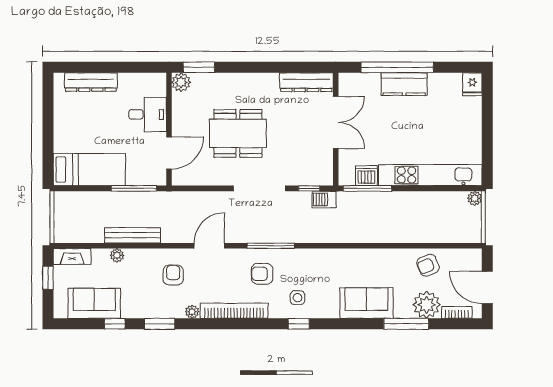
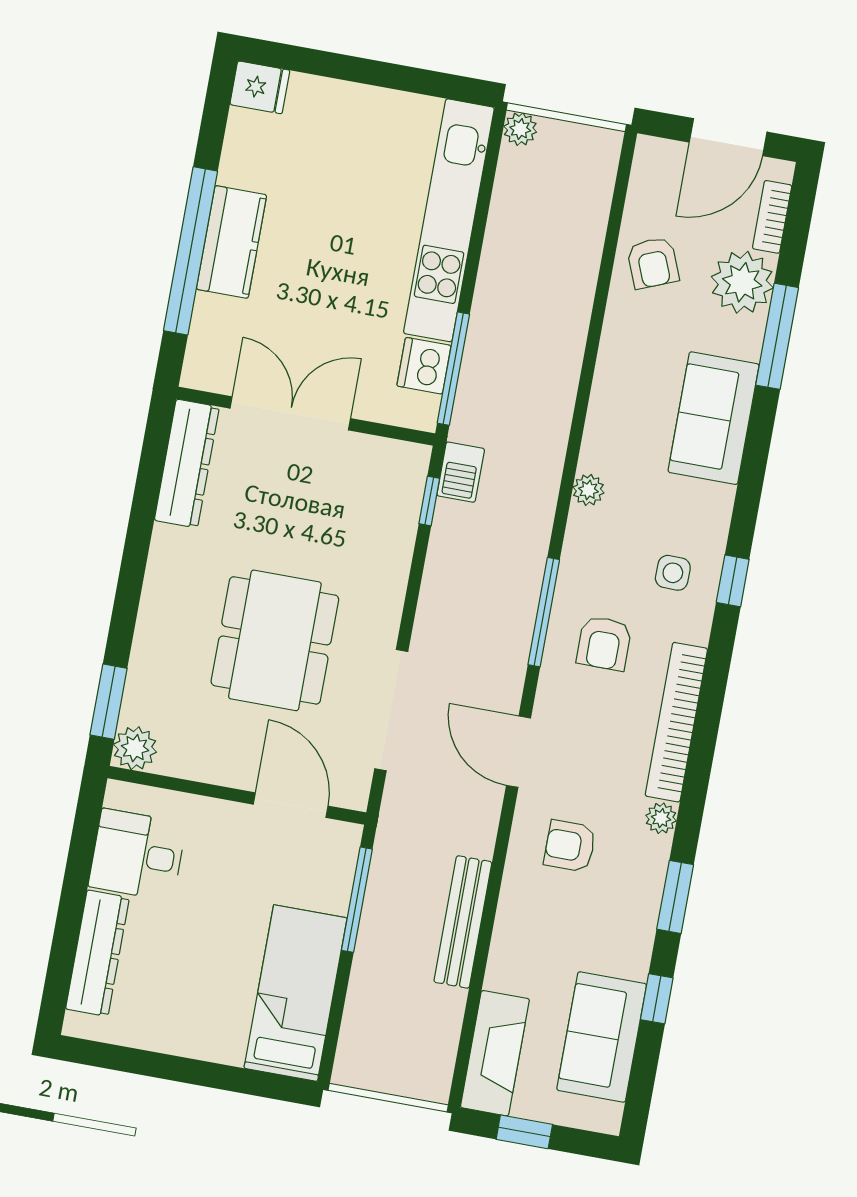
desk: (148, 114) -> (137, 855), moved, turned -90
doorway: (260, 188) -> (391, 710), moved
plant: (117, 255) -> (588, 490), moved
fireplace: (72, 257) -> (495, 1053), width x1.37, depth x1.32

